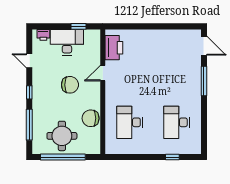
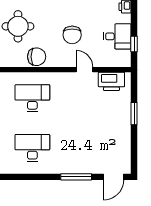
window: (144, 26) -> (134, 114), added
desk: (67, 42) -> (117, 36), width x0.73
chair: (91, 118) -> (37, 57), turned 90

